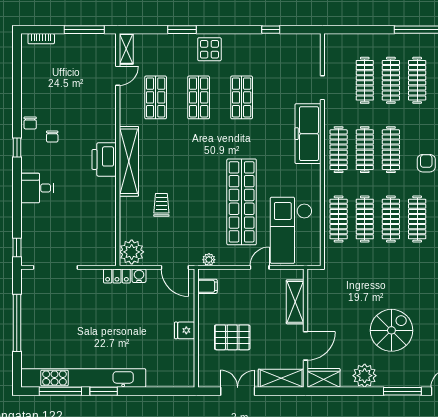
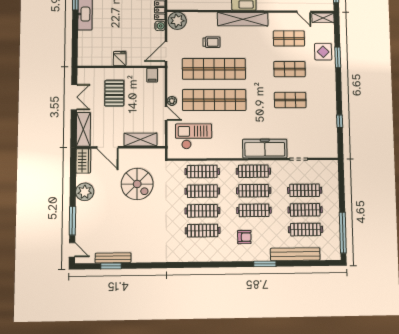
display table: (209, 49) -> (323, 52), moved
shop shelf: (199, 202) -> (214, 69), added
checkout: (291, 230) -> (194, 136), width x0.73, depth x0.83
plant: (209, 260) -> (172, 101), moved
spiral stairs: (391, 330) -> (137, 184), moved

